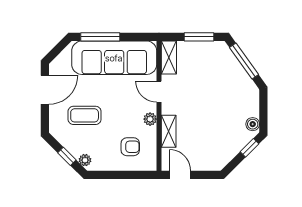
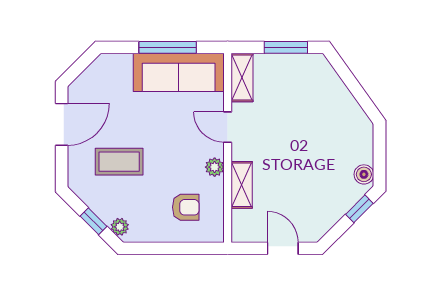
window: (100, 37) -> (168, 47), moved
sofa: (114, 58) -> (179, 72), width x0.74, depth x0.79
window: (244, 61) -> (351, 83), removed
door: (180, 175) -> (283, 248), moved

